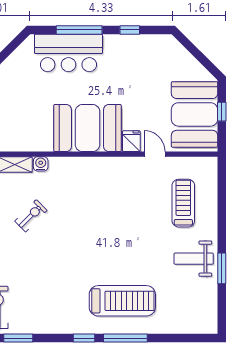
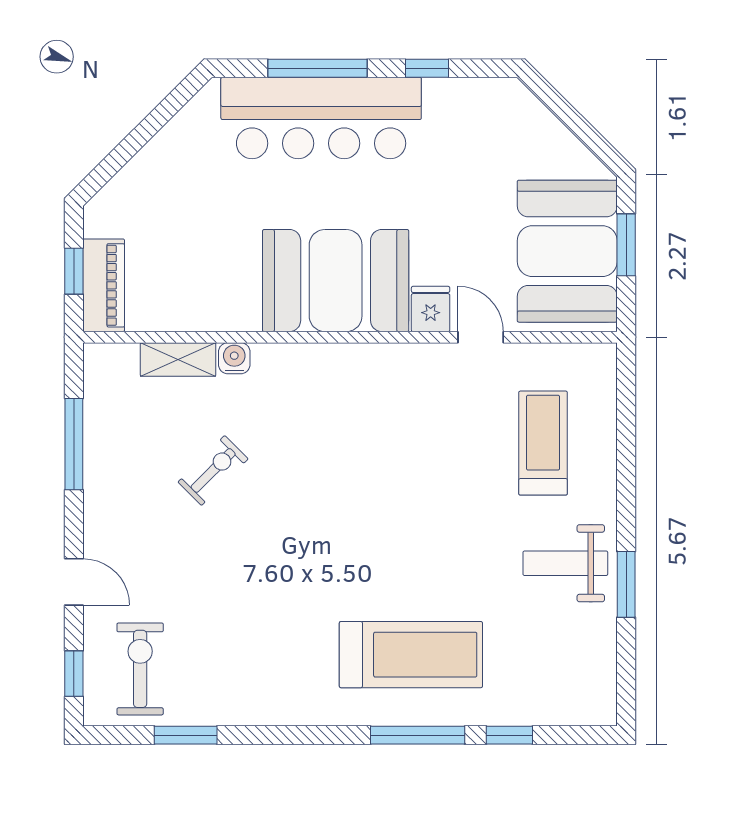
bar counter: (68, 53) -> (321, 118), width x1.36
window: (222, 112) -> (626, 245), width x1.50
window: (84, 338) -> (509, 735), moved

